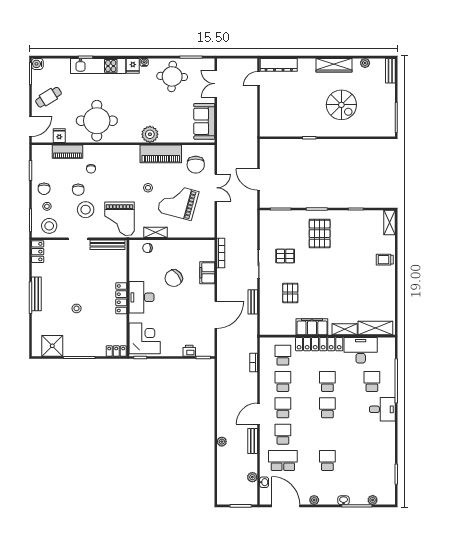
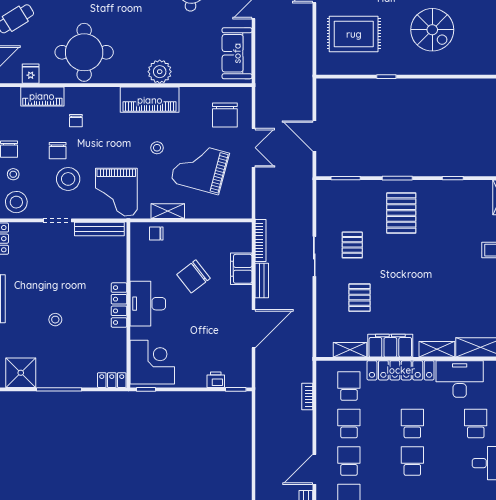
rug: (286, 108) -> (354, 34), added
piano: (161, 154) -> (150, 100), moved
pallet: (285, 256) -> (352, 245), turned 90
bench: (253, 302) -> (262, 280), moved
shelving: (284, 330) -> (350, 350), added

